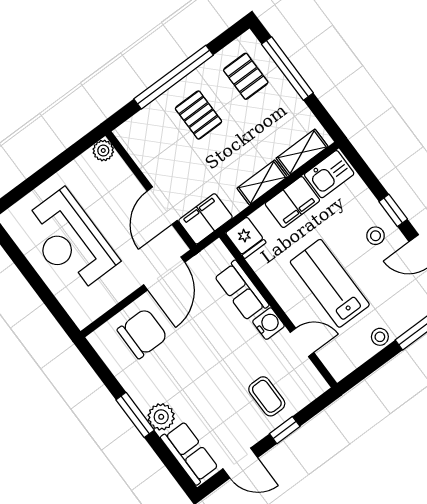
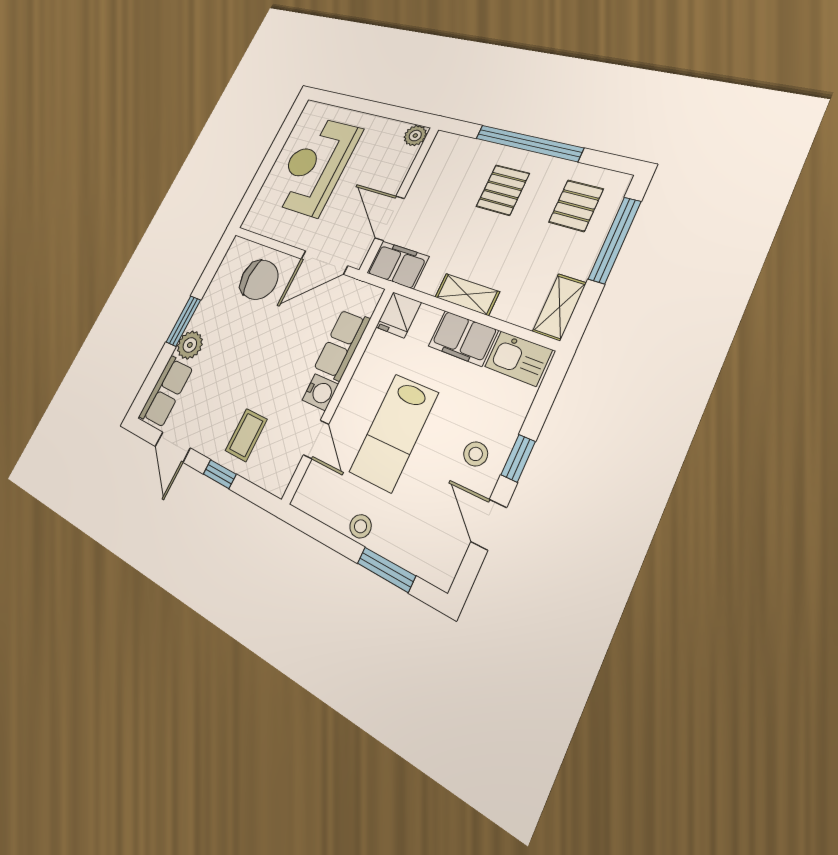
shelving: (302, 152) -> (559, 307), moved, turned 90
door: (162, 206) -> (390, 218), hinge flipped
lab bench: (330, 283) -> (394, 432), turned 180

